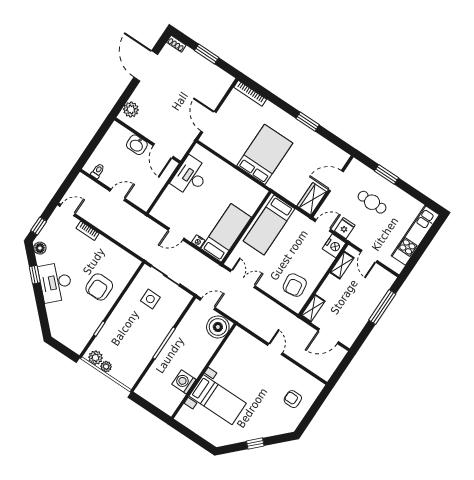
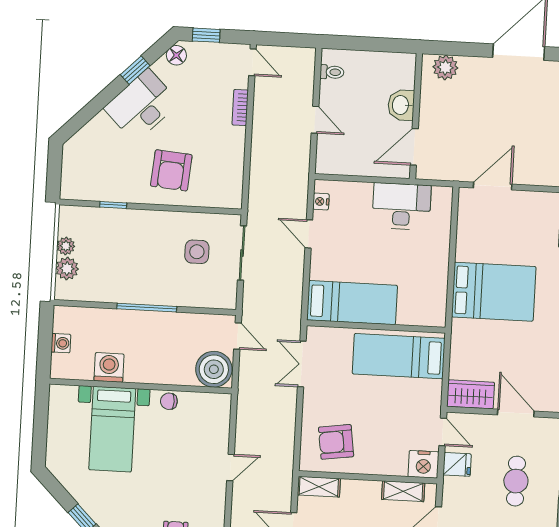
nightstand: (198, 241) -> (321, 201), moved
double door: (243, 279) -> (302, 364), swing flipped
armchair: (99, 287) -> (171, 170), turned -85
plant: (95, 358) -> (67, 269), moved
chair: (221, 361) -> (169, 401), added
washing machine: (156, 400) -> (61, 343), added

